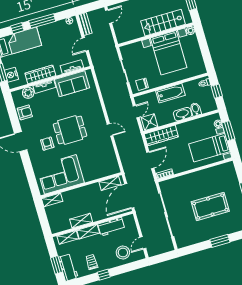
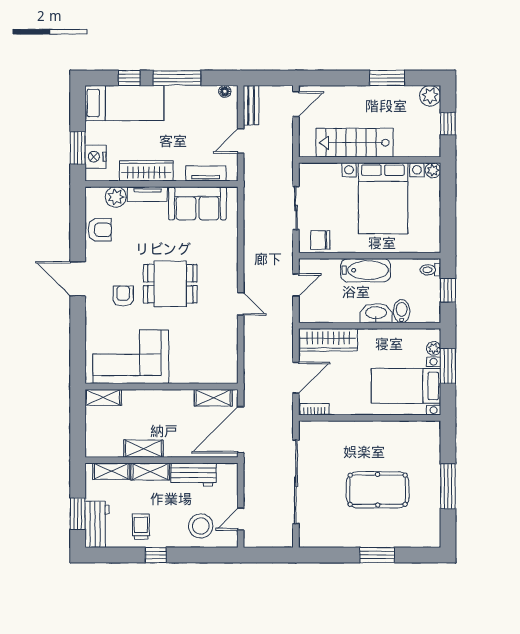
stairs: (163, 23) -> (355, 143), moved
shower: (150, 122) -> (314, 310), removed

